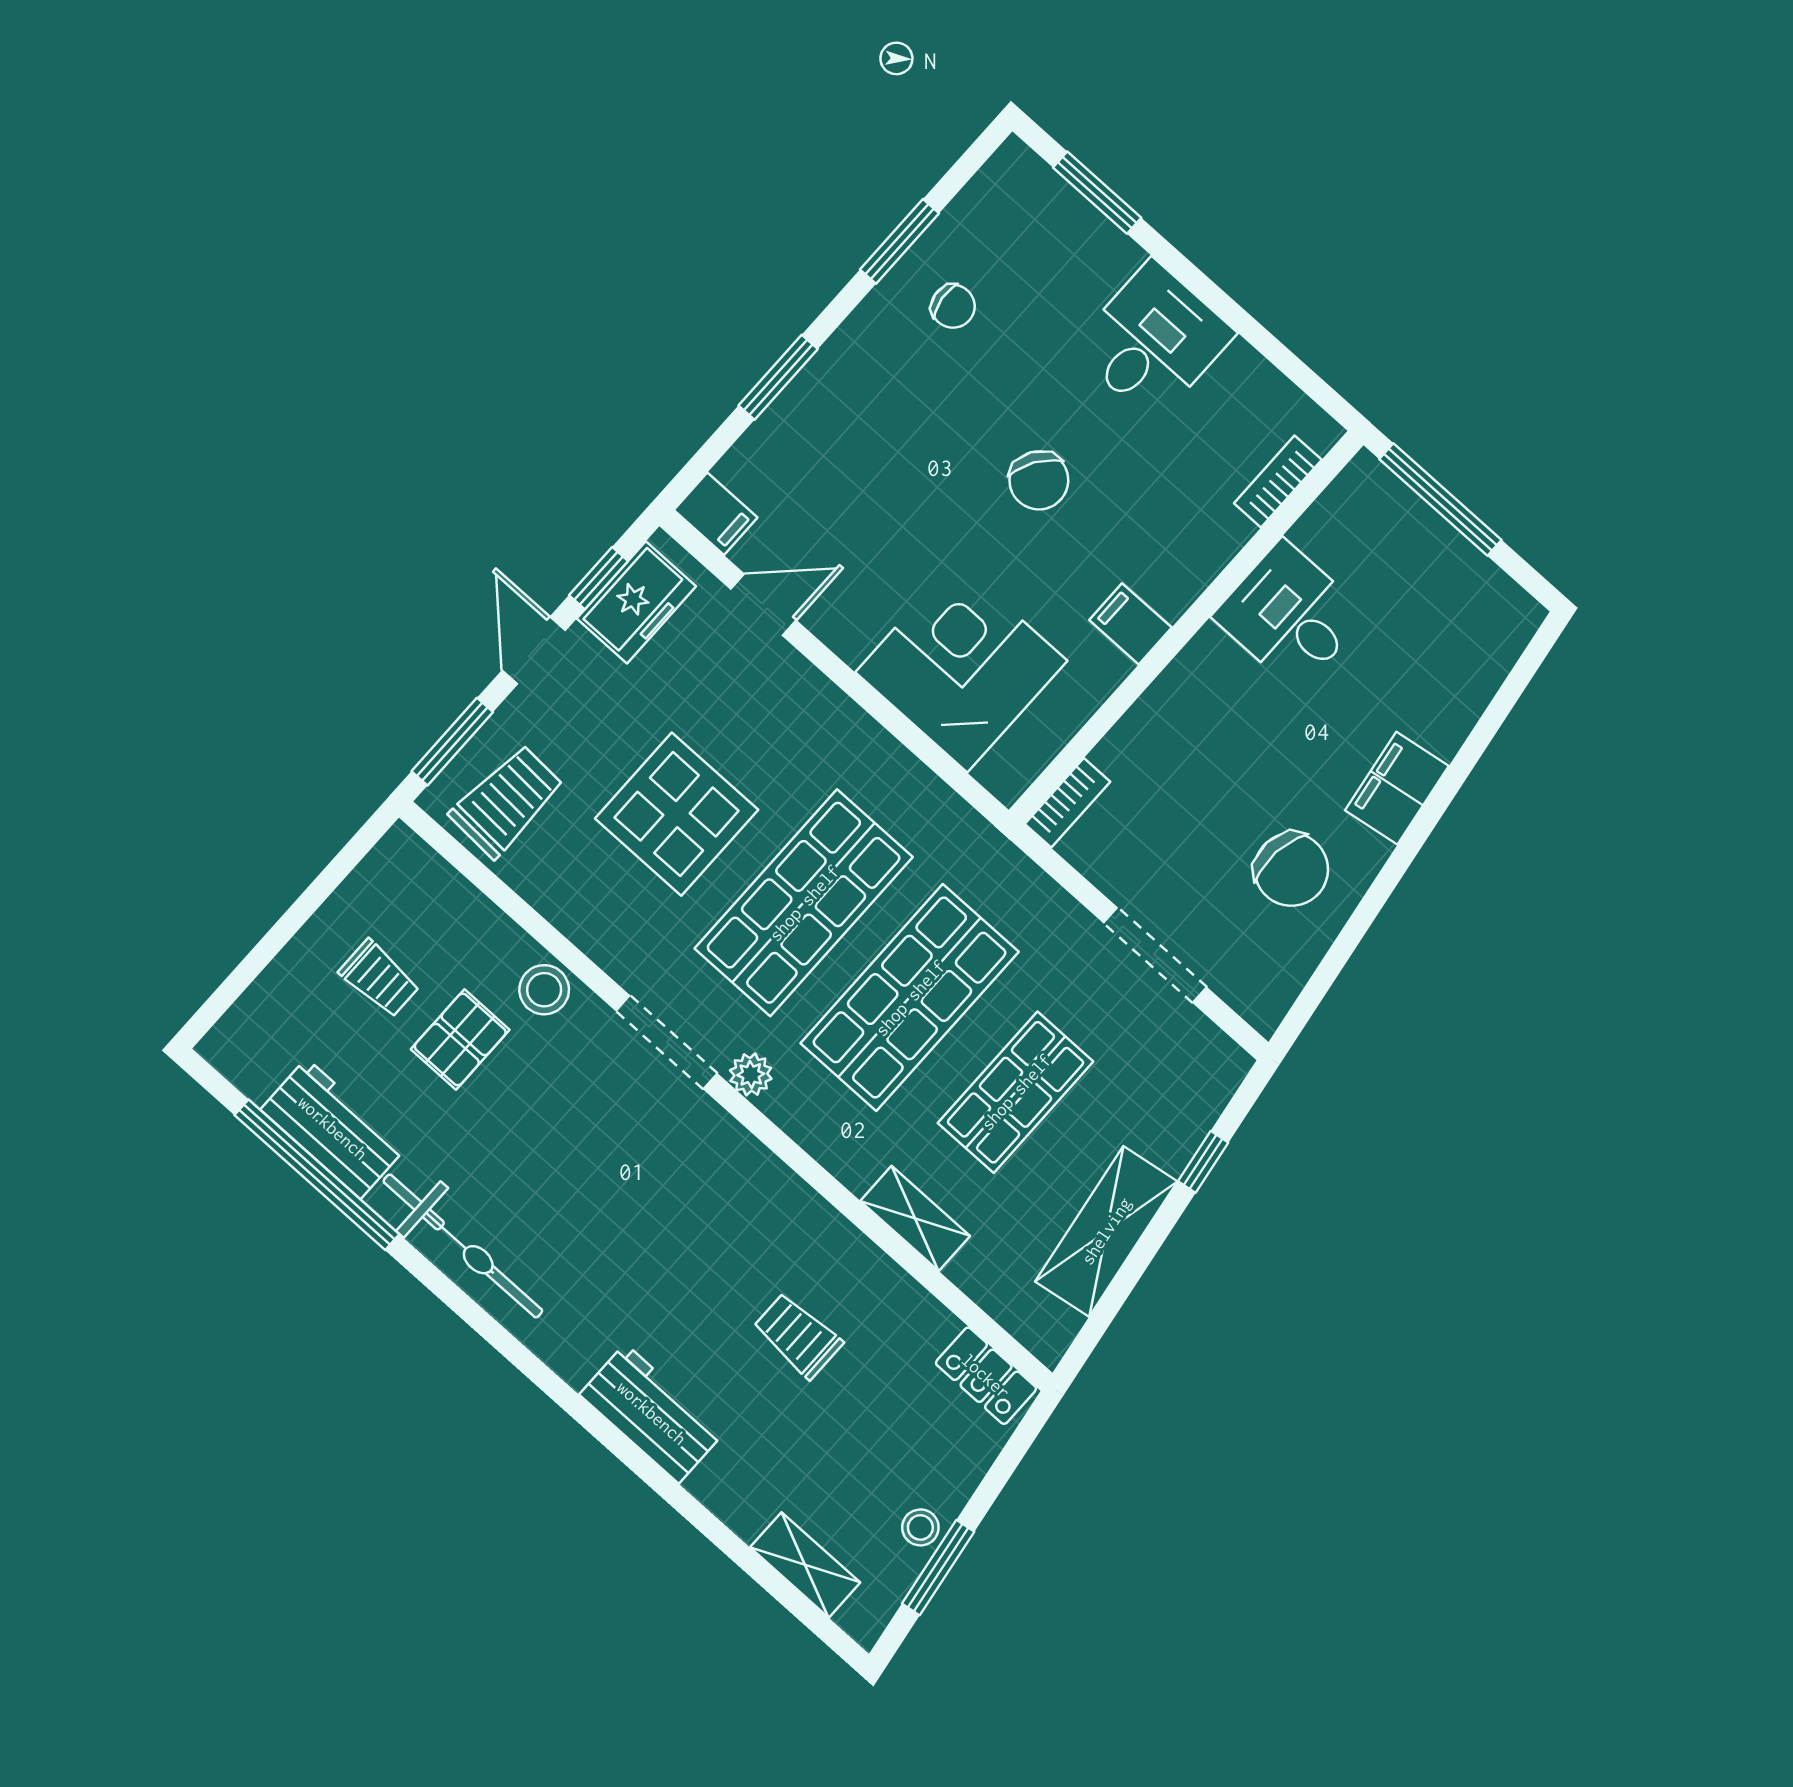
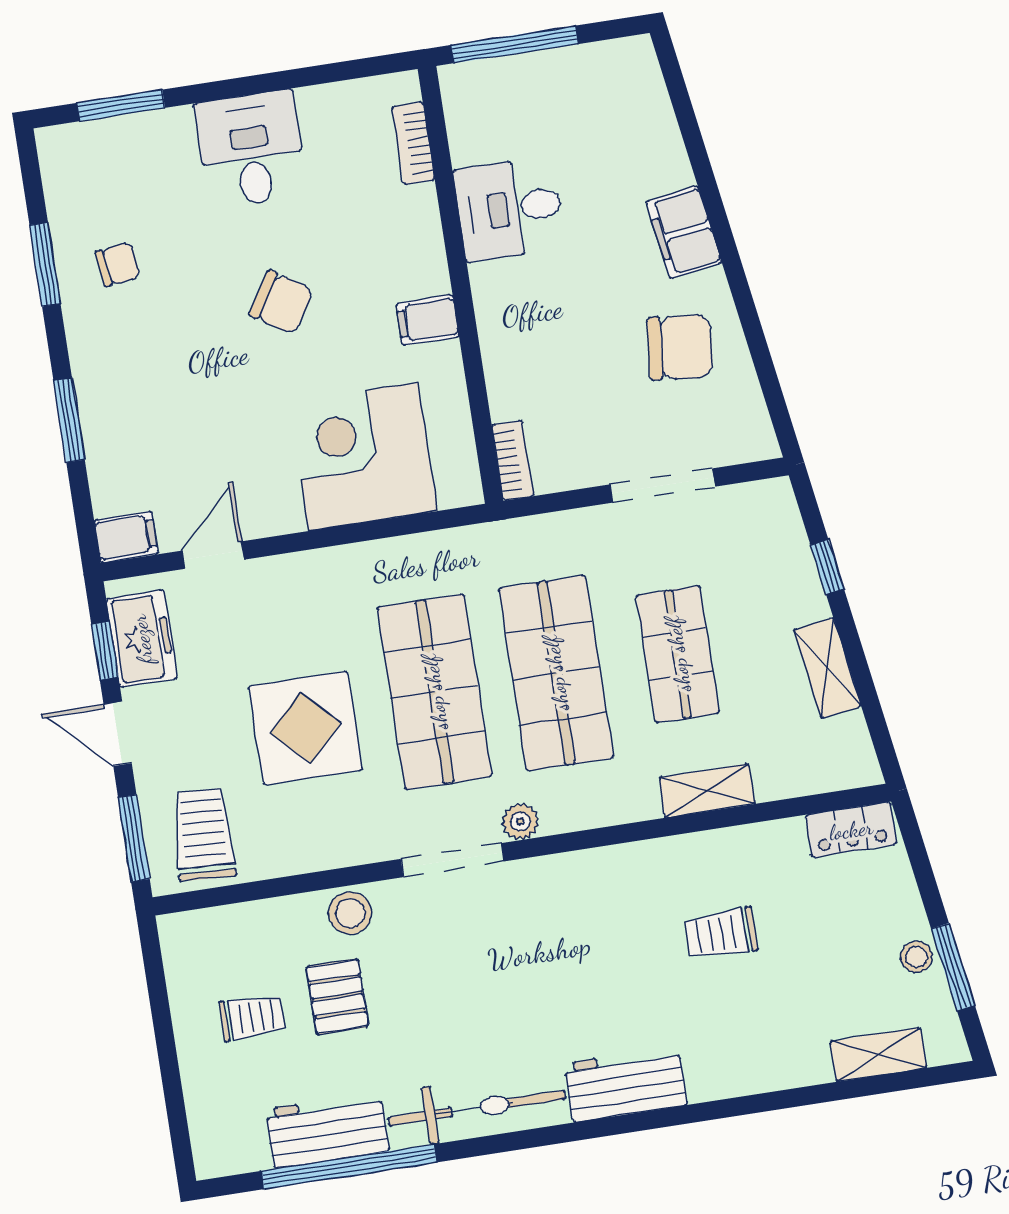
shelving: (1106, 1231) -> (827, 668), width x0.67, depth x0.75
workbench: (652, 1413) -> (626, 1084), moved

